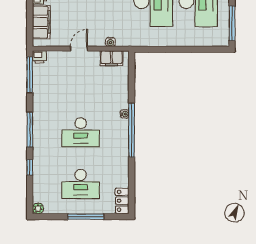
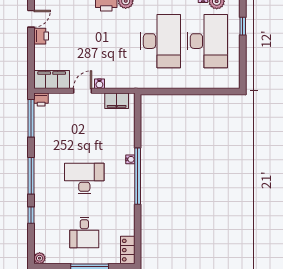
filing cabinet: (41, 22) -> (52, 79), moved, turned -90
window: (232, 23) -> (243, 64), removed
water cooler: (110, 42) -> (99, 84), moved
desk: (81, 132) -> (84, 178), turned 180
desk: (81, 184) -> (84, 233), width x0.73

